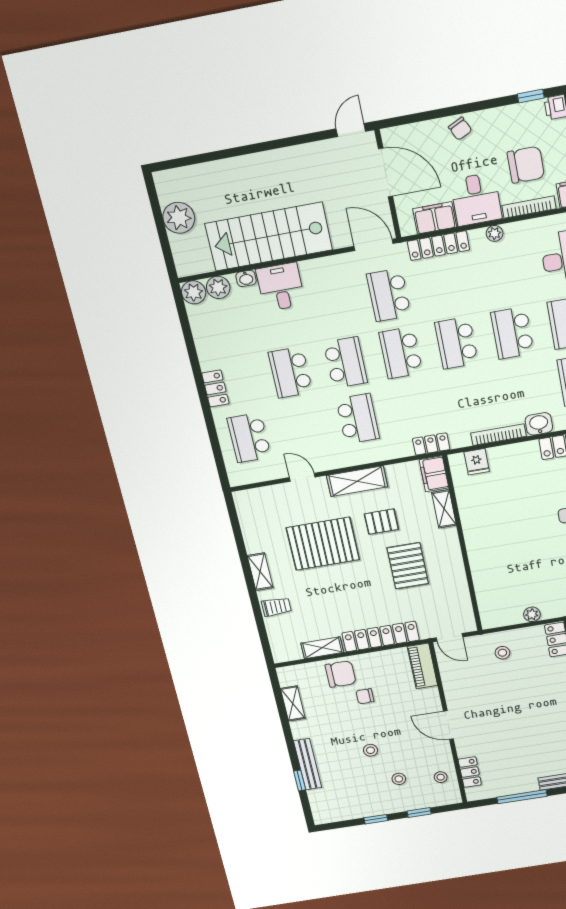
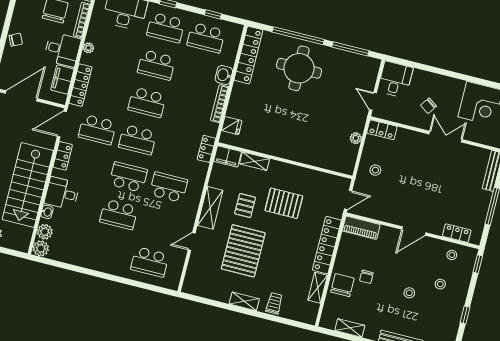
locker: (215, 388) -> (63, 156), moved, turned 90
window: (419, 812) -> (478, 264), moved

